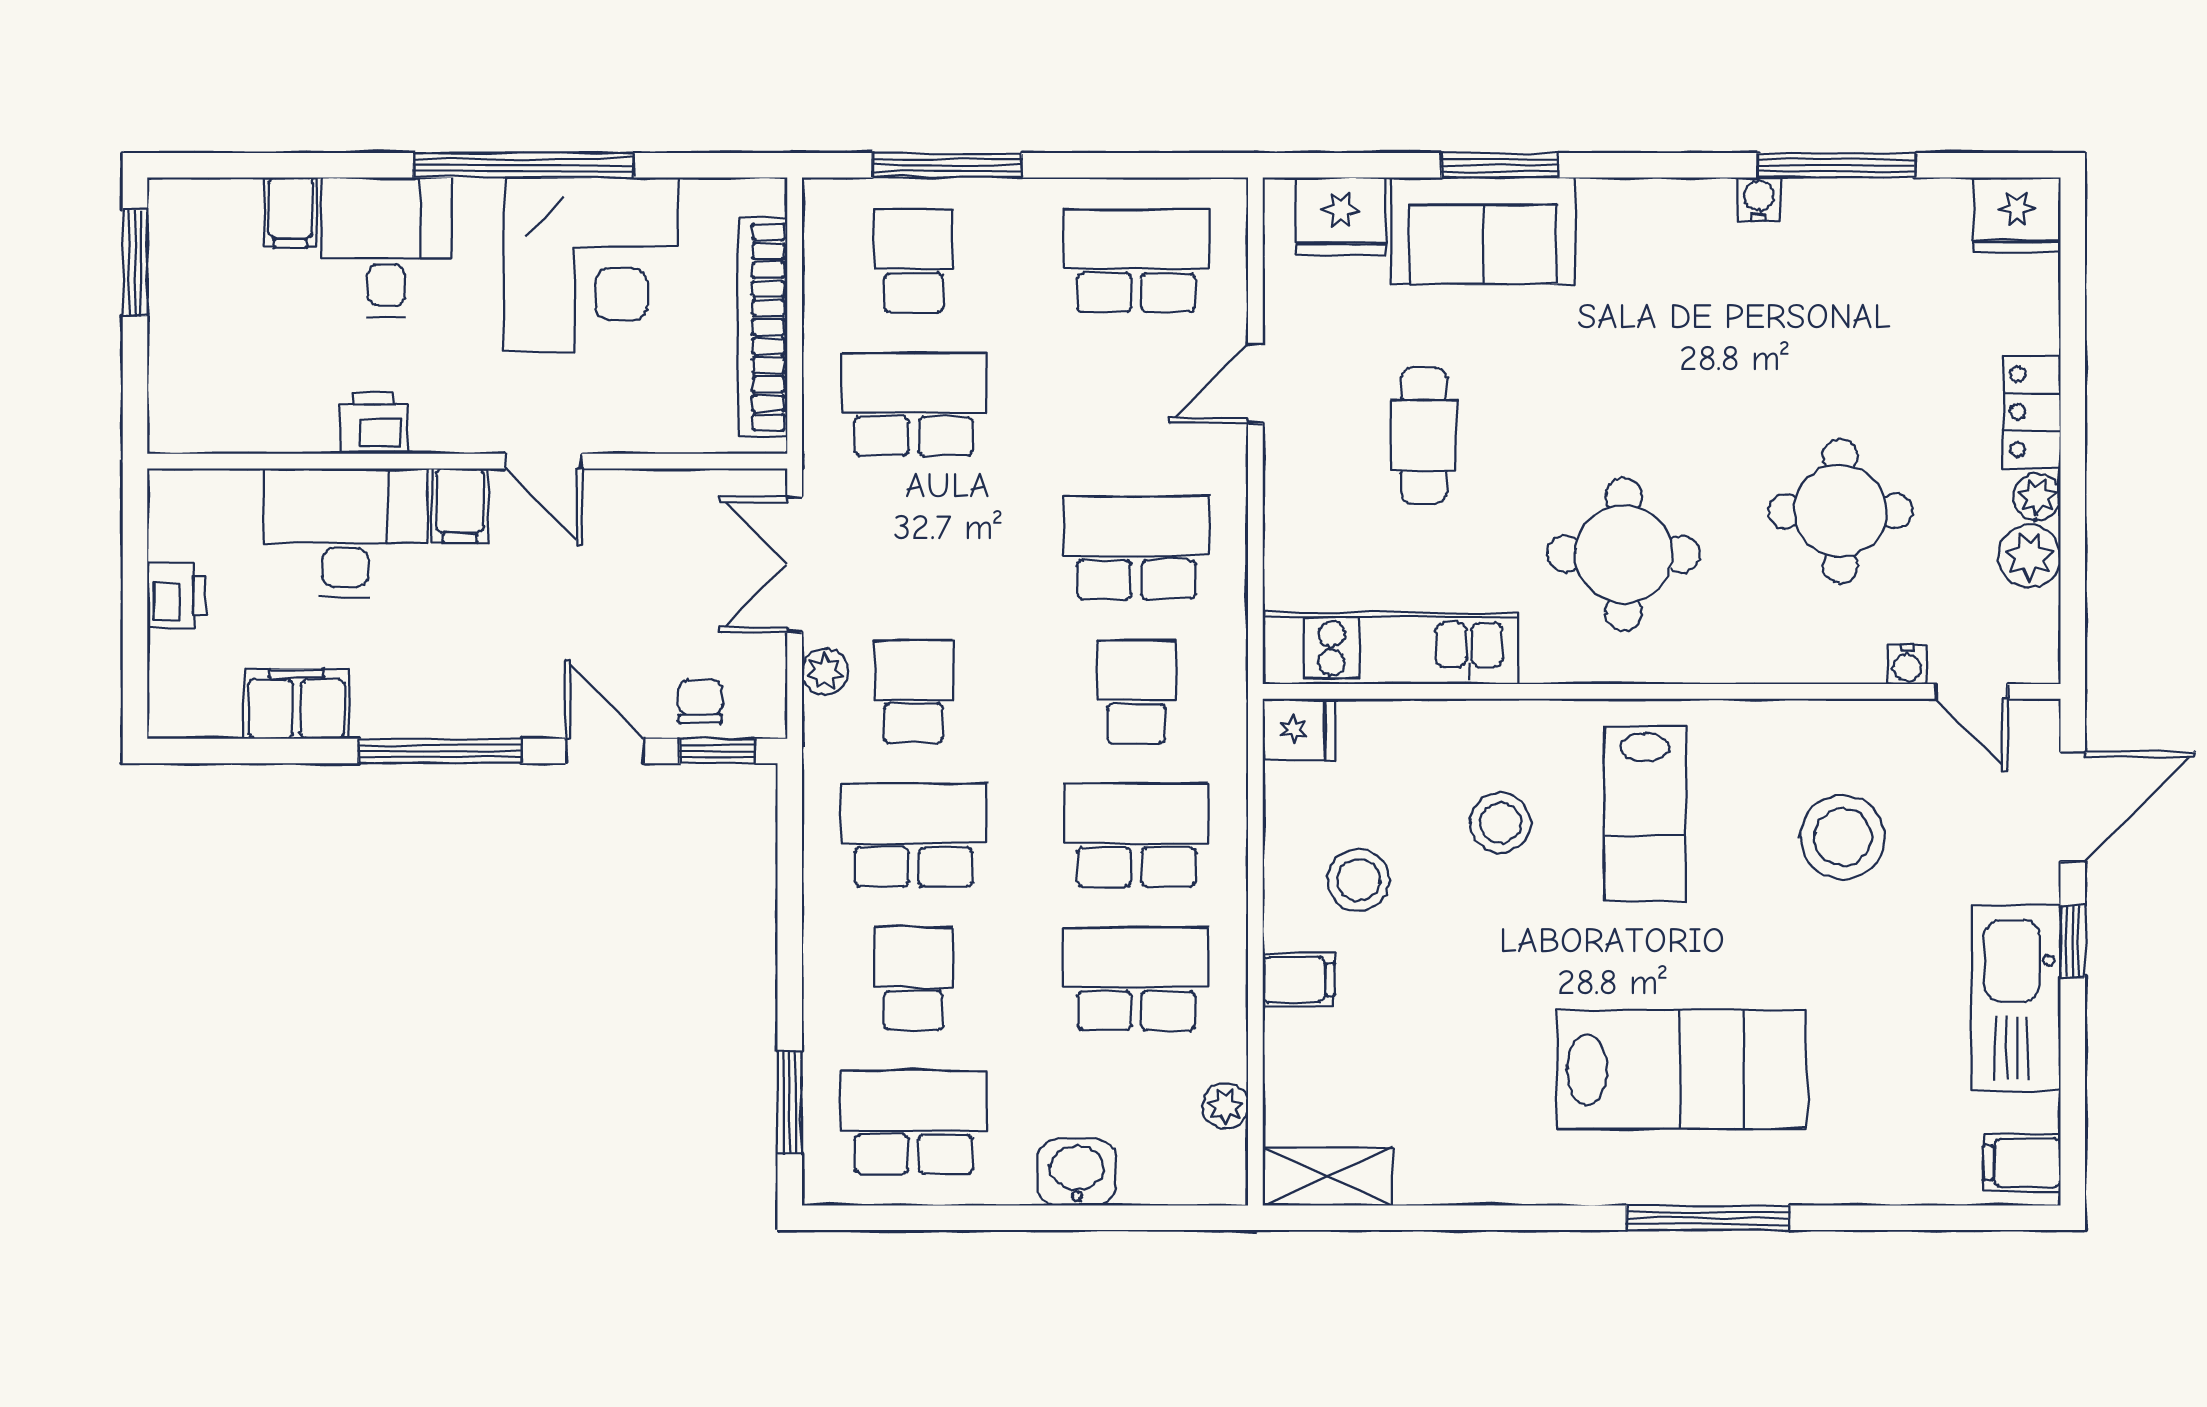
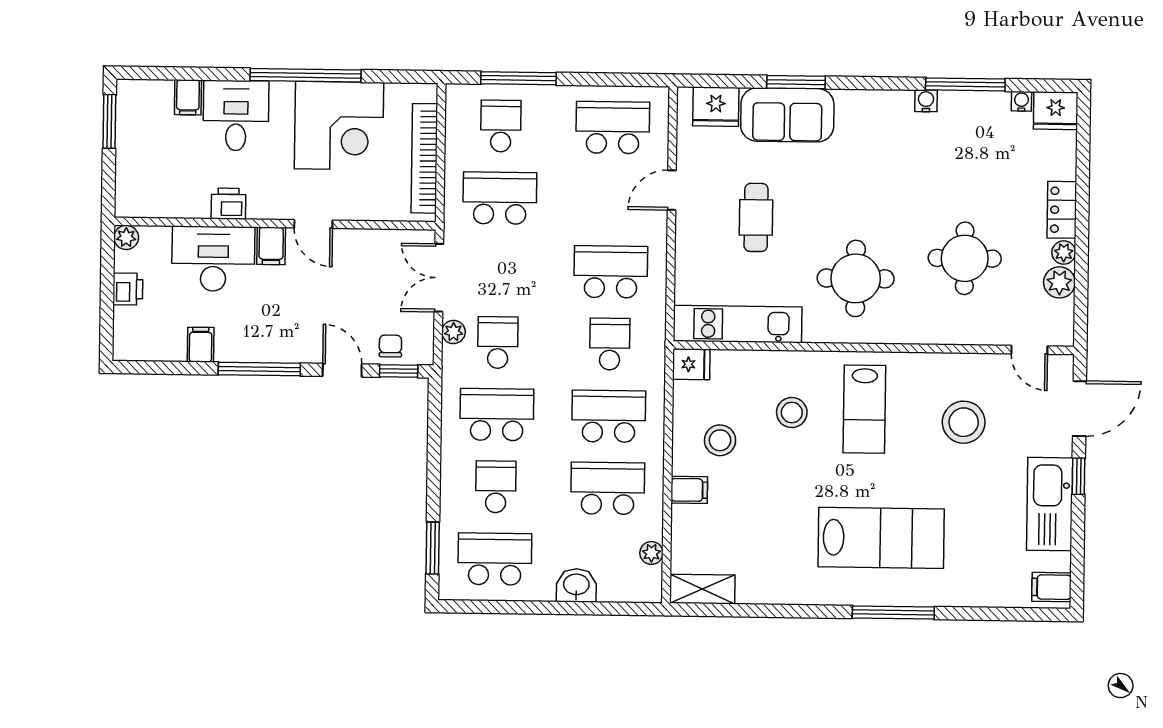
plant: (171, 493) -> (126, 237), added
water cooler: (1907, 664) -> (1021, 101), moved, turned 180
filing cabinet: (296, 704) -> (201, 345), width x0.50

